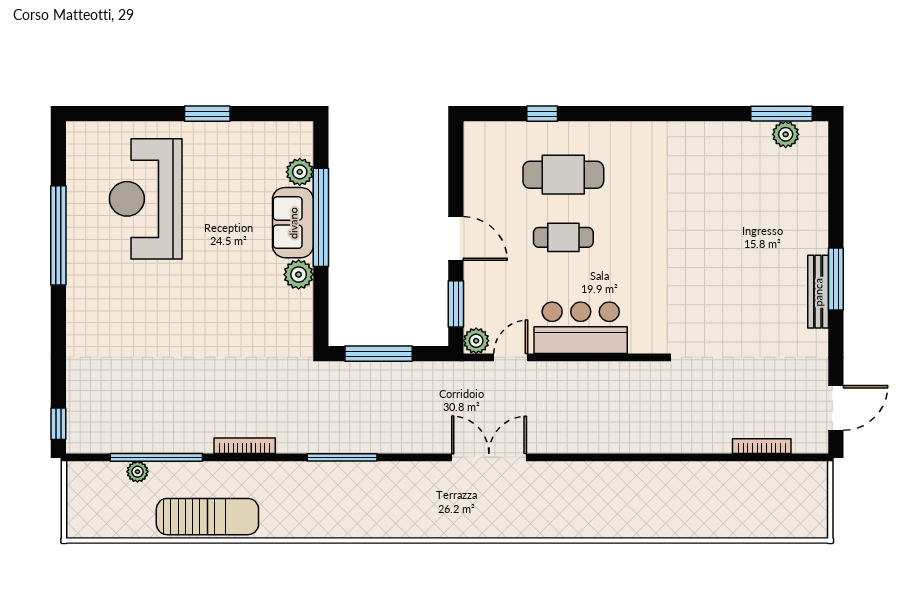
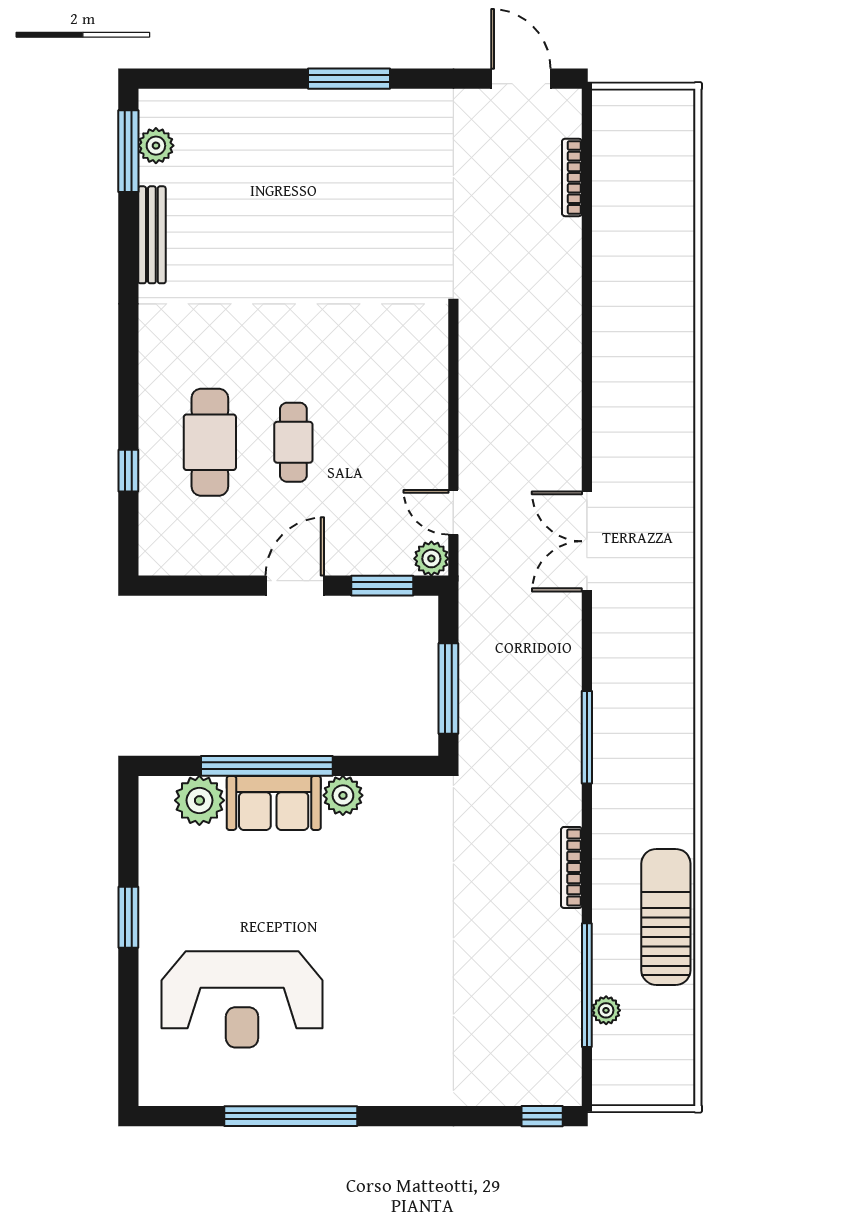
plant: (300, 172) -> (199, 800), width x1.36, depth x1.36
bench: (818, 292) -> (152, 235), moved, turned 90
bar counter: (581, 328) -> (414, 419), removed

